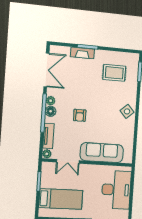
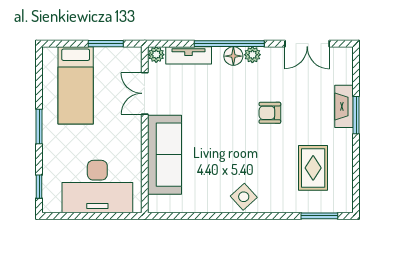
double door: (46, 70) -> (307, 44), width x0.73
armchair: (80, 115) -> (270, 113), moved

